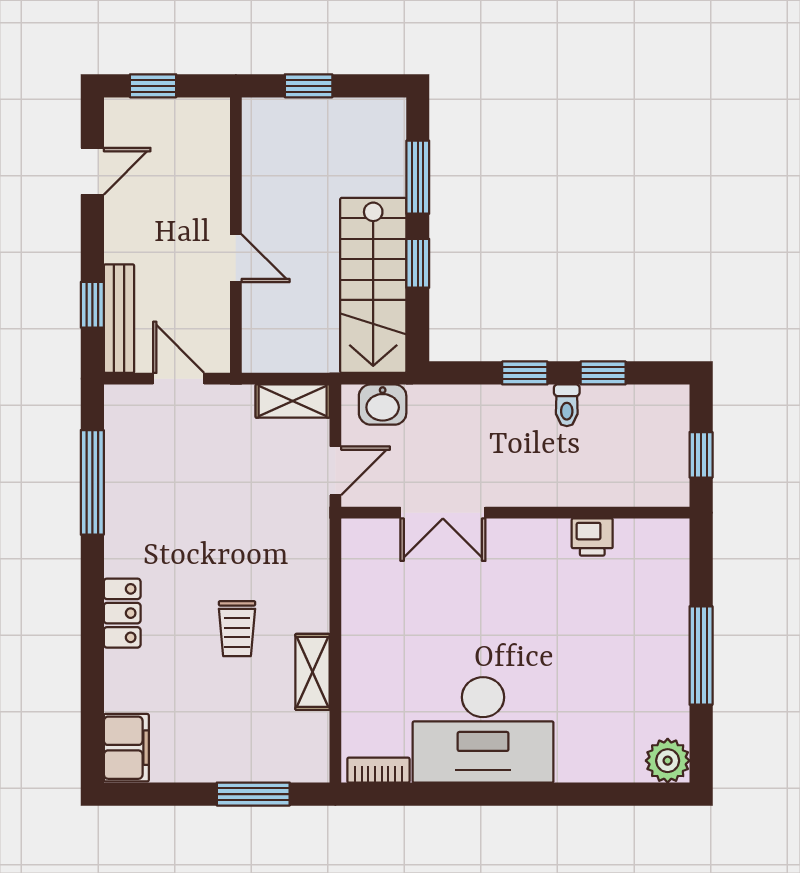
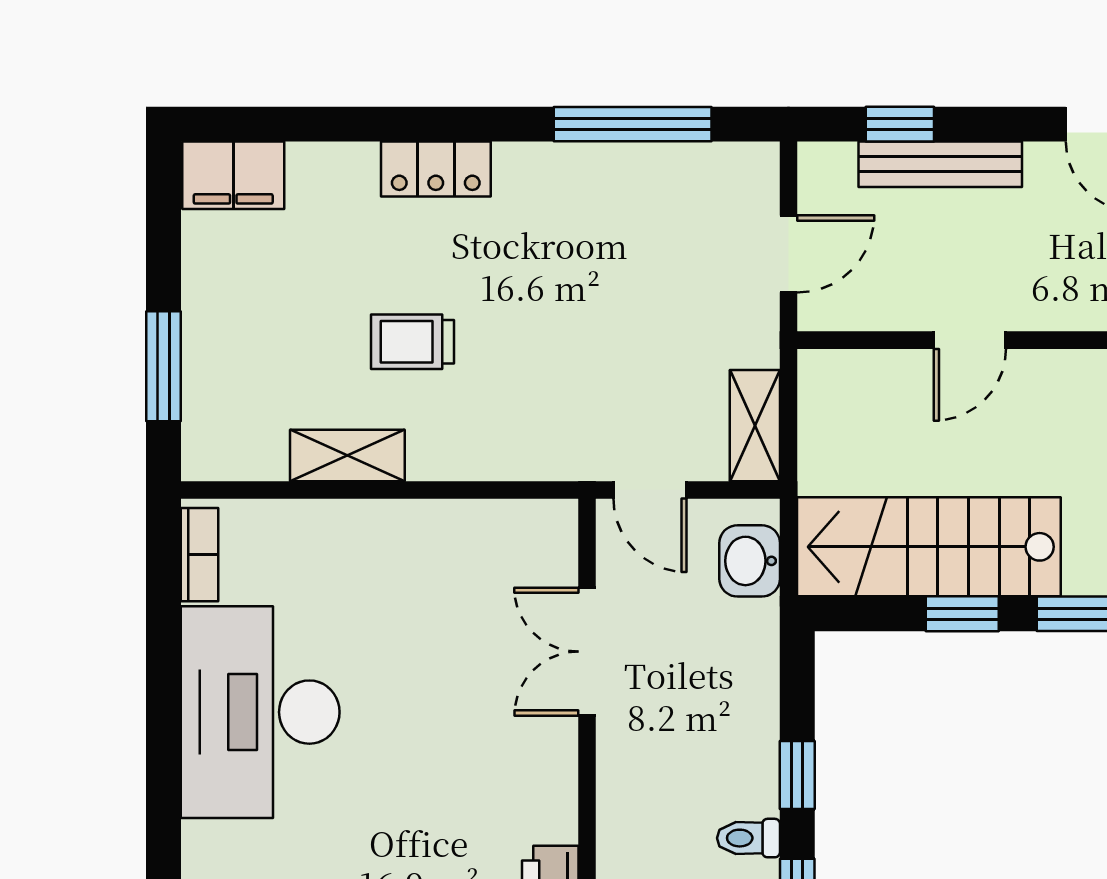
bench: (119, 319) -> (940, 164), moved

